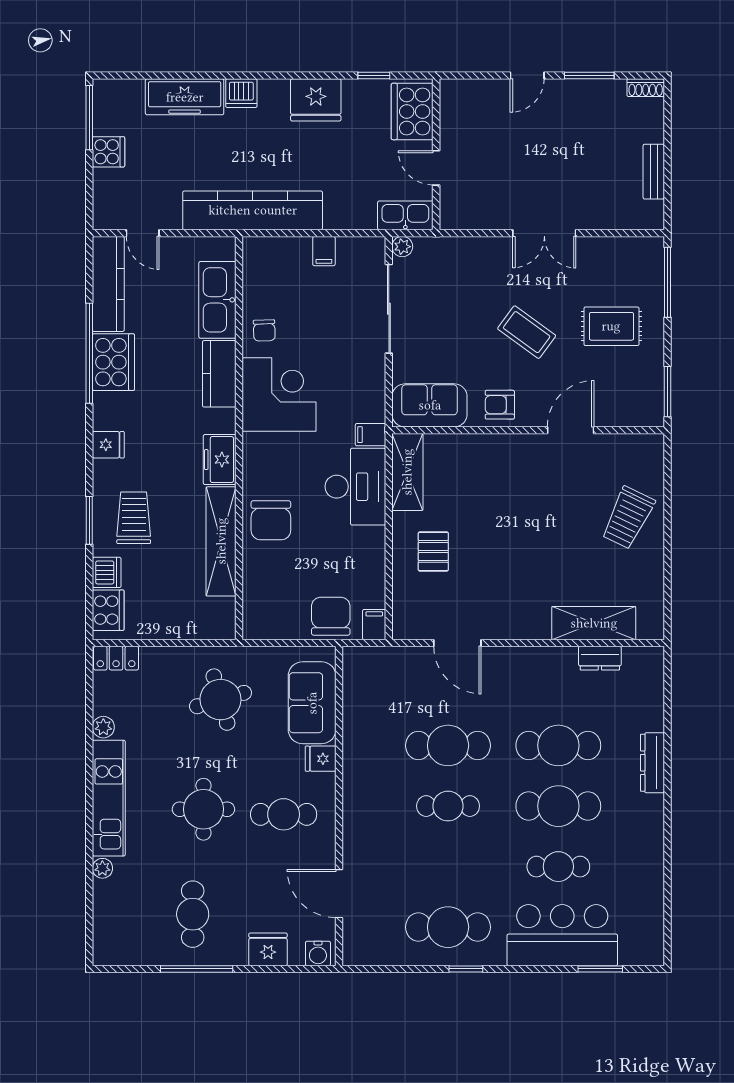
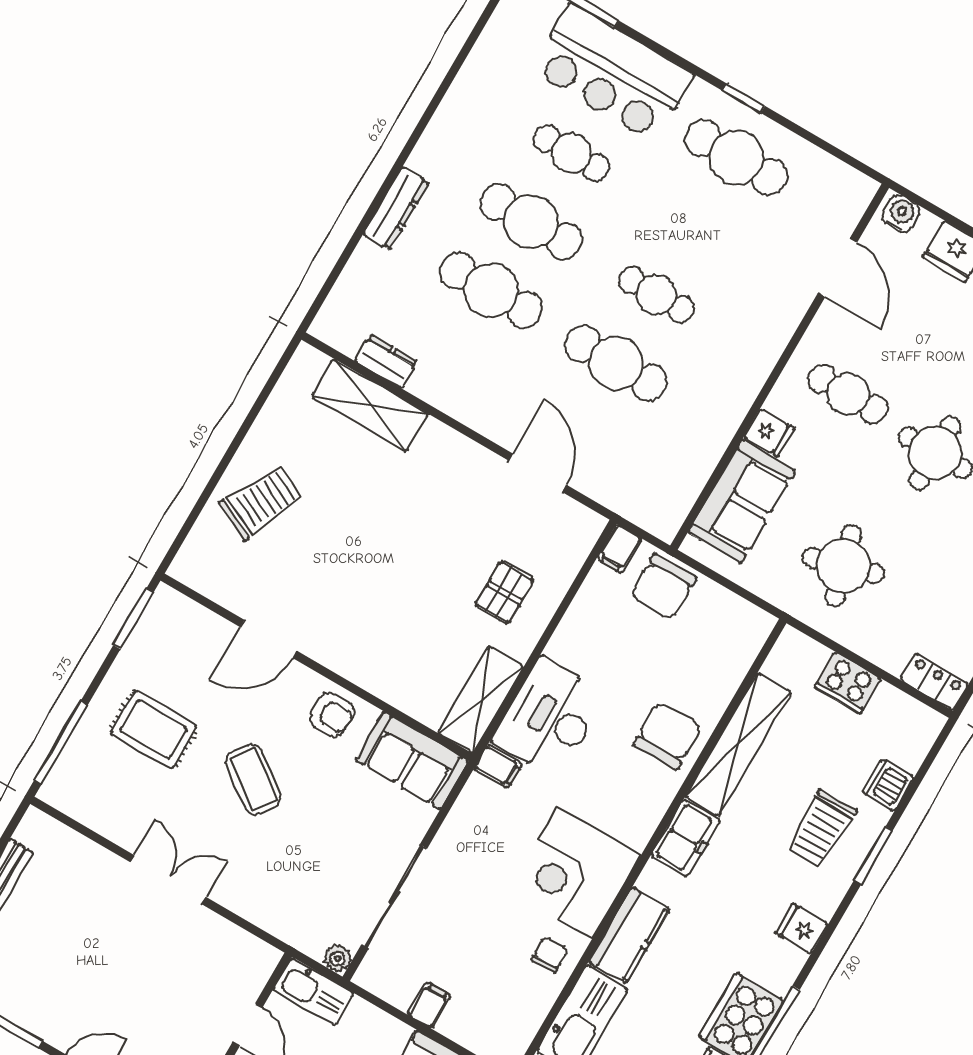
cooker: (108, 610) -> (848, 683), moved, turned -90

